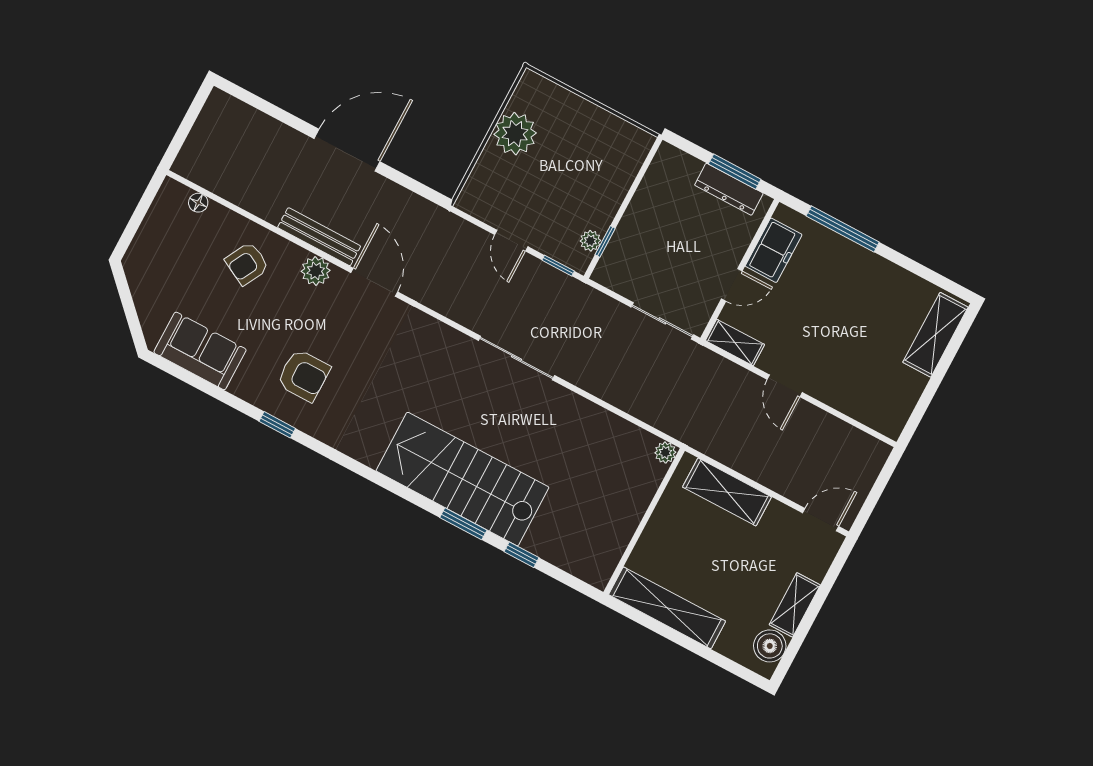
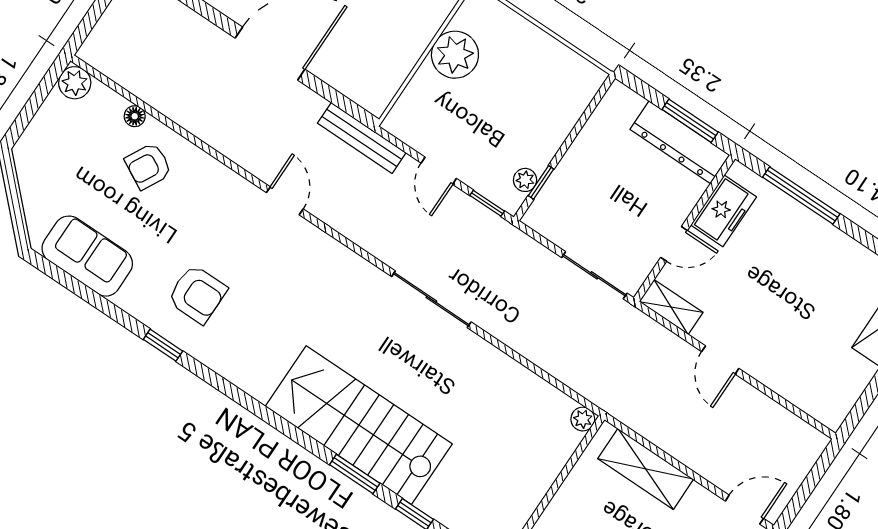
dresser: (729, 189) -> (680, 142), width x1.37, depth x1.24
floor lamp: (198, 203) -> (135, 116), moved
bench: (319, 237) -> (362, 138), moved
plant: (316, 271) -> (75, 83), moved
door: (374, 282) -> (285, 201), width x0.73

